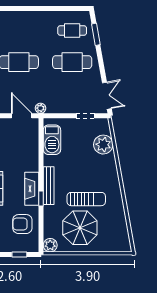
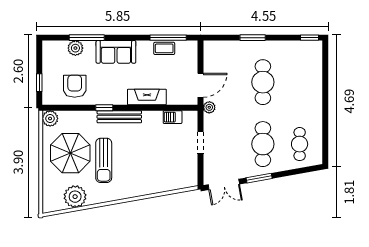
window: (96, 34) -> (259, 178), moved
doorway: (85, 116) -> (200, 143), moved
barbecue: (52, 140) -> (173, 117), width x0.53, depth x0.65
plant: (103, 145) -> (75, 197), moved
fireplace: (32, 189) -> (147, 97), moved

